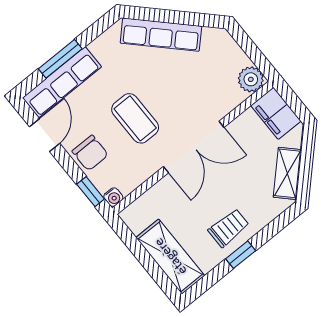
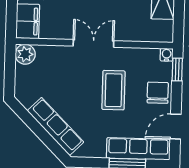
double door: (194, 147) -> (93, 43), width x0.73

